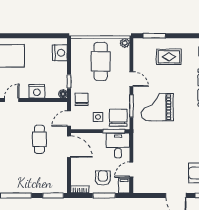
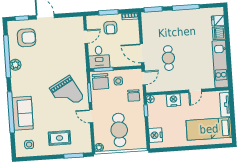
grand piano: (157, 107) -> (67, 93), turned 61
filing cabinet: (124, 186) -> (91, 22), removed

